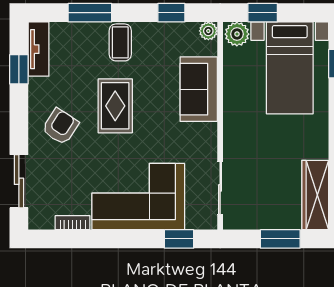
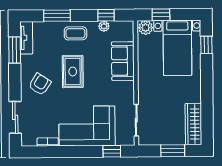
plant: (208, 31) -> (104, 26), moved
coffee table: (120, 42) -> (75, 33), turned 90
window: (19, 69) -> (15, 50), width x1.50

